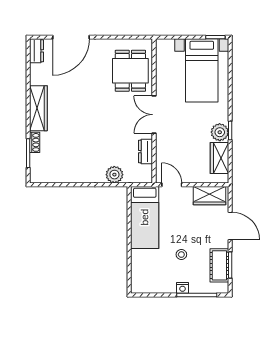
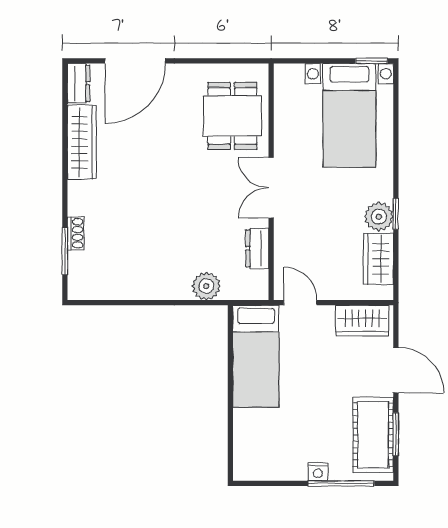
wardrobe: (38, 108) -> (82, 142), moved
stool: (181, 255) -> (316, 417), removed
cot: (219, 265) -> (373, 435), width x1.37, depth x1.34

